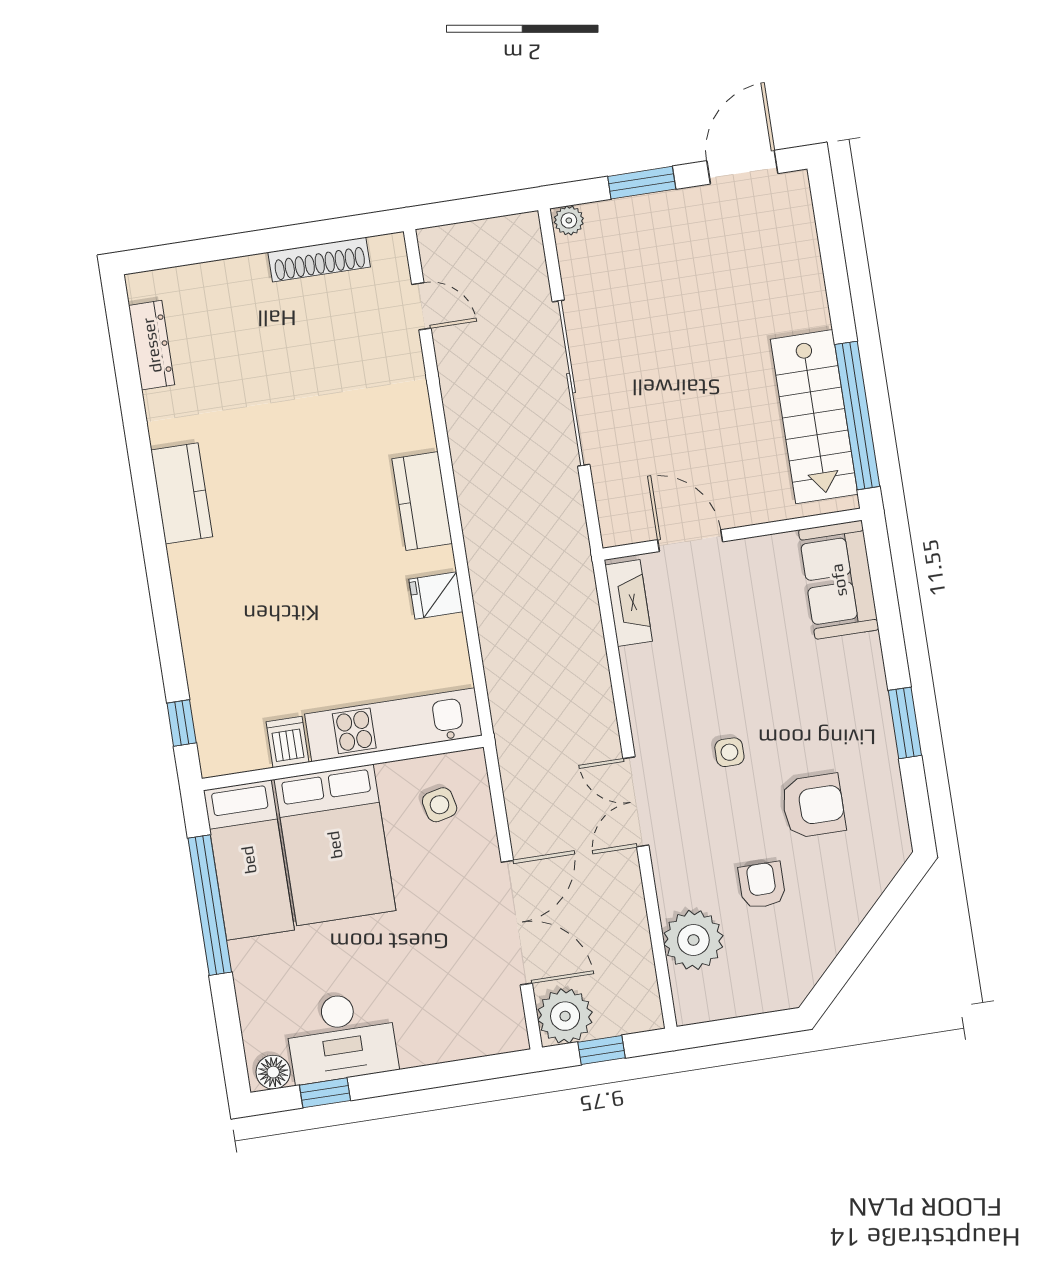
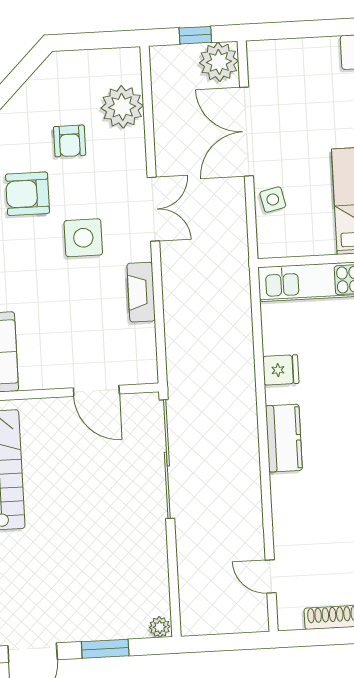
sliding door: (571, 383) -> (167, 459), moved
fireplace: (629, 603) -> (141, 292), moved
side table: (729, 752) -> (83, 238), width x1.87, depth x1.87
side table: (440, 805) -> (273, 200), moved

